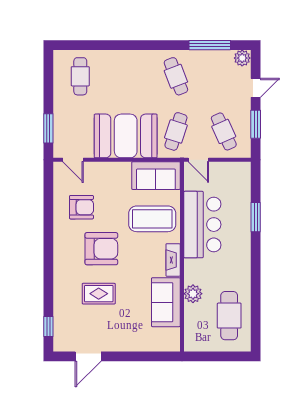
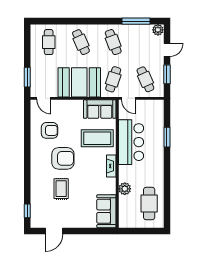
cafe table: (128, 76) -> (81, 42), added
rug: (99, 294) -> (61, 189), turned 90
sofa: (166, 302) -> (106, 211), moved

